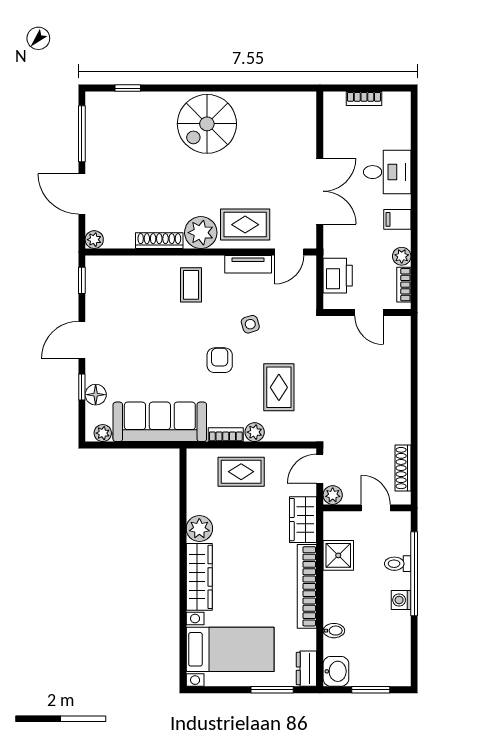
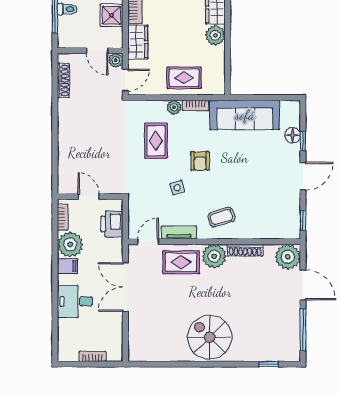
spiral stairs: (207, 124) -> (210, 337), turned -90
plant: (94, 240) -> (288, 257), width x1.87, depth x1.87
plant: (402, 256) -> (70, 244), width x1.87, depth x1.87
coffee table: (191, 285) -> (221, 217), turned 73
plant: (103, 433) -> (287, 107), removed
door: (376, 508) -> (97, 51), moved

